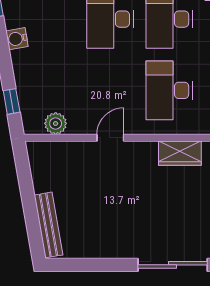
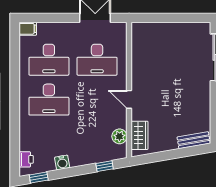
wardrobe: (180, 153) -> (139, 135), moved
bench: (48, 225) -> (194, 140), width x0.73

